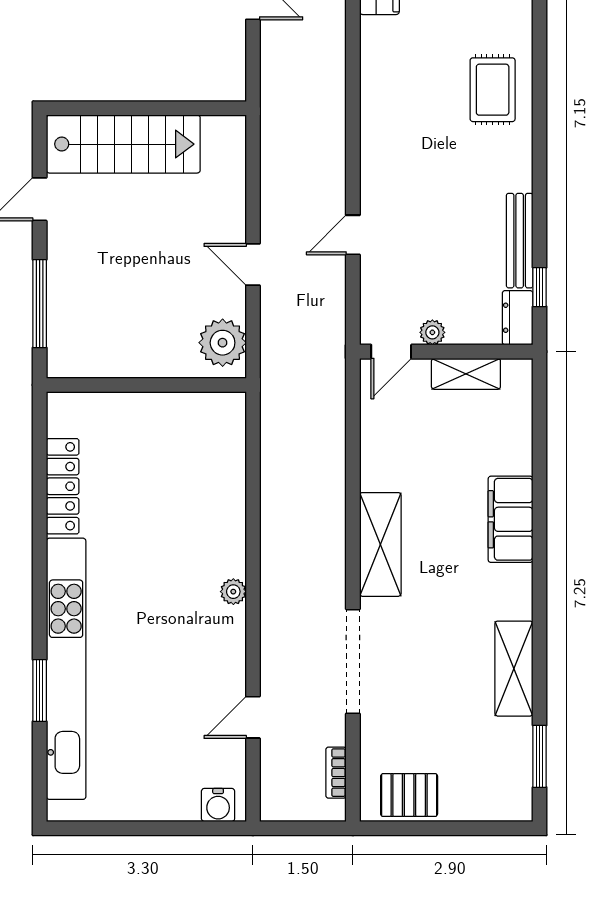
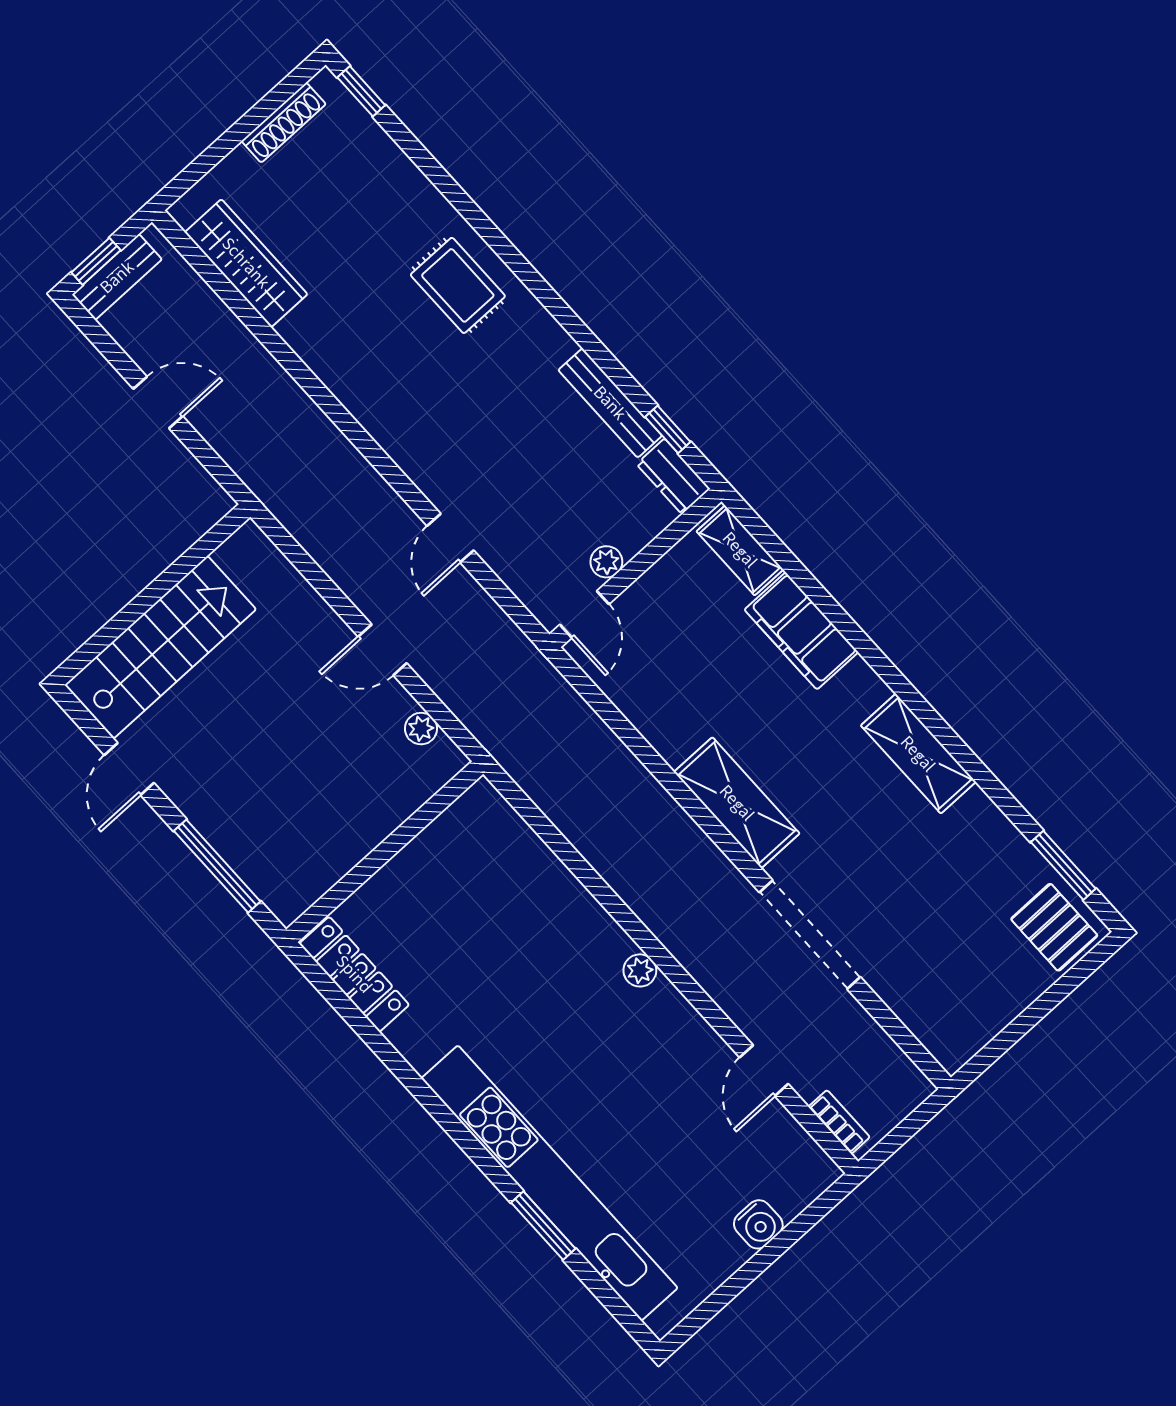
plant: (223, 343) -> (421, 729), width x0.53, depth x0.53
shelving: (466, 374) -> (740, 550), moved, turned 90
locker: (63, 486) -> (354, 974), moved
filing cabinet: (510, 519) -> (801, 631), moved
shelving: (514, 669) -> (918, 754), moved
bookcase: (336, 773) -> (839, 1122), moved, turned 180
pallet: (409, 795) -> (1054, 927), moved, turned 90
water cooler: (218, 805) -> (758, 1224), moved

